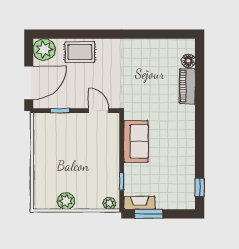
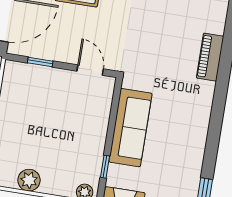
floor lamp: (188, 61) -> (217, 24), removed
sofa: (136, 141) -> (130, 128), width x1.36

